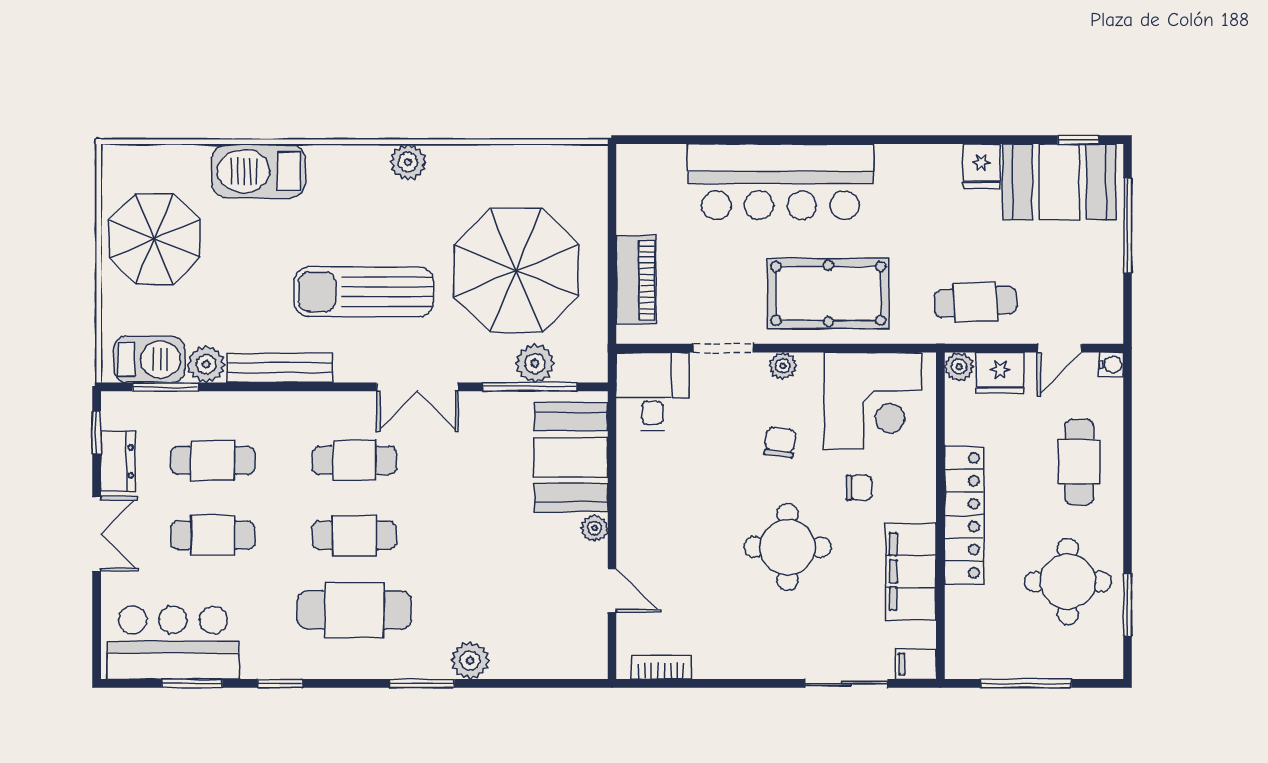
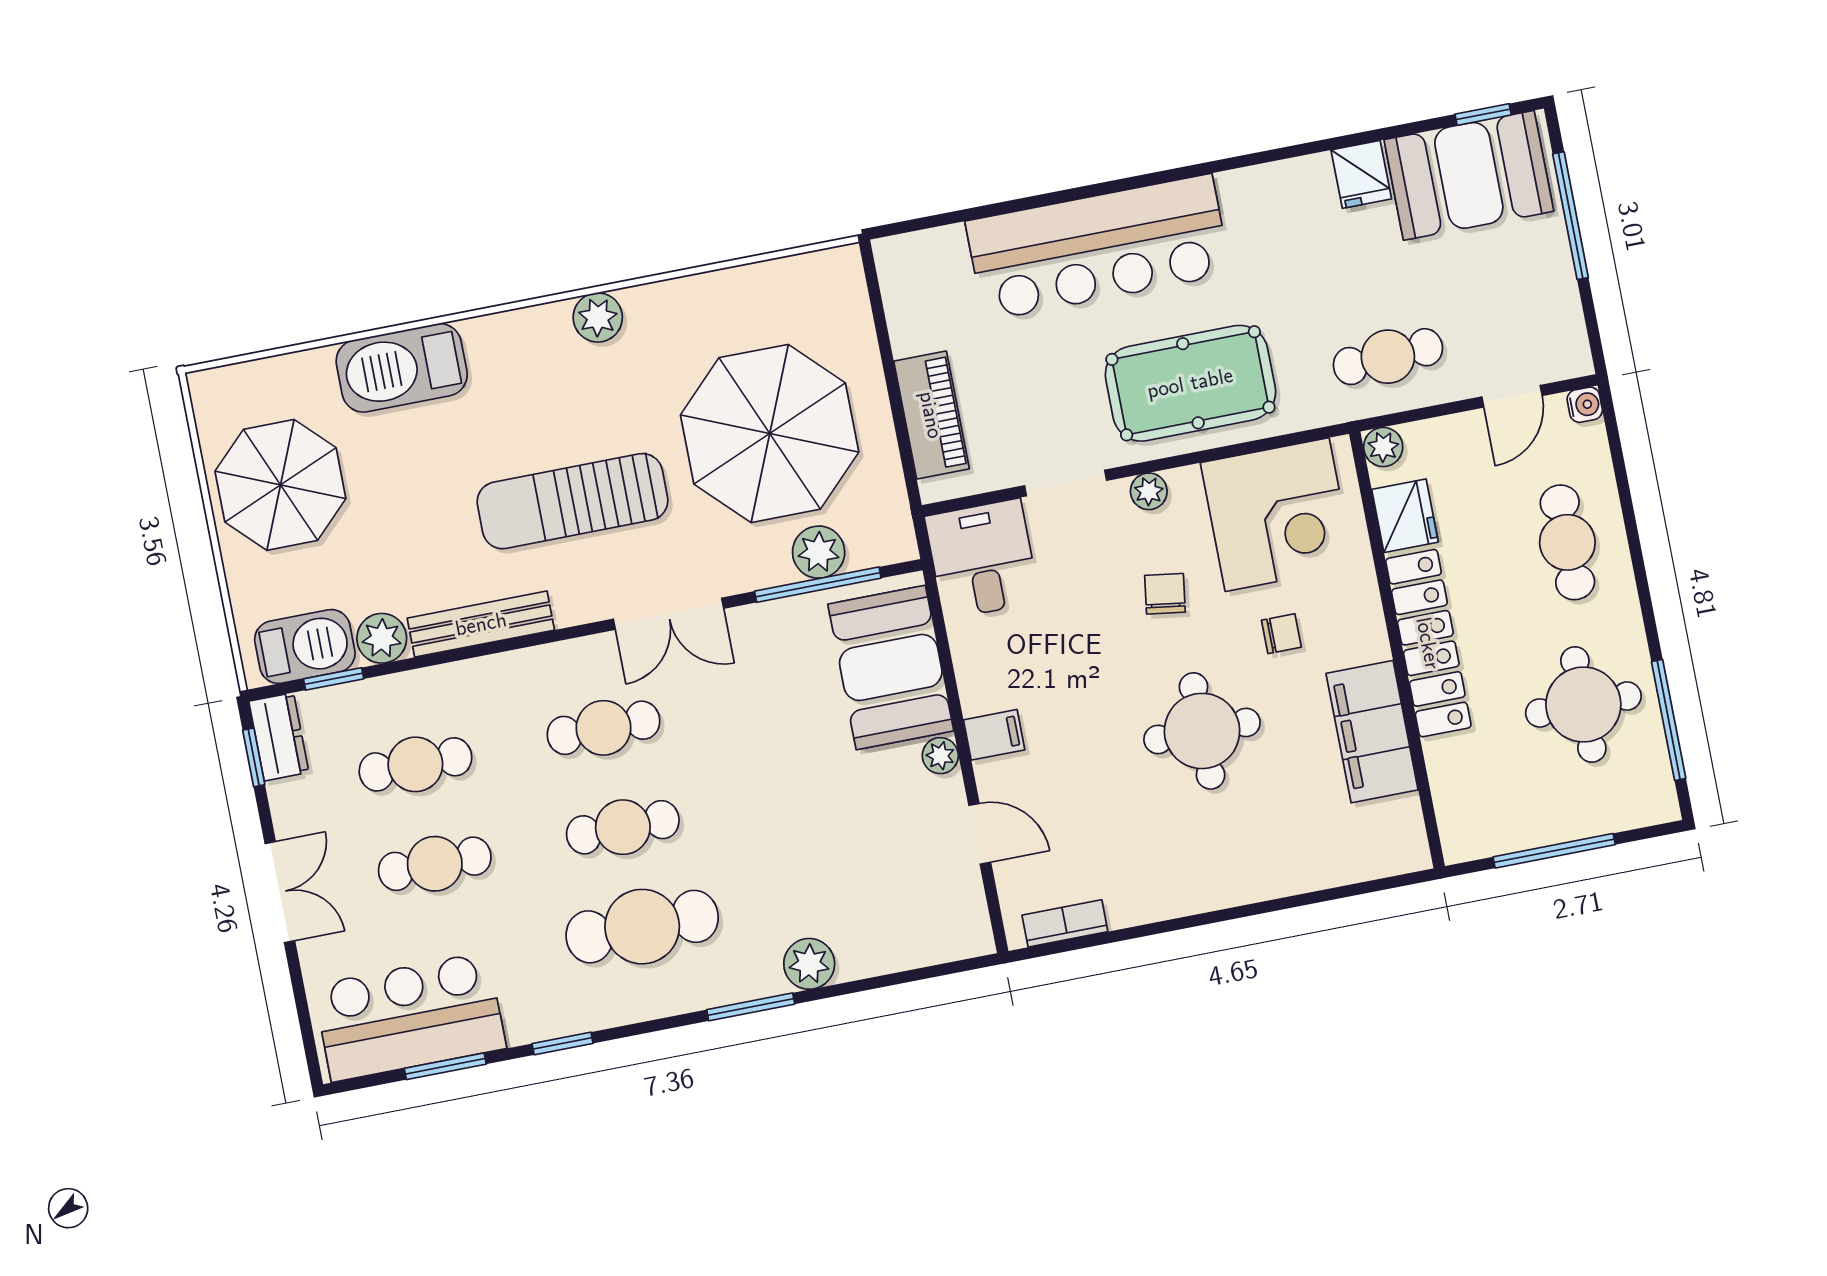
fridge: (1000, 373) -> (1405, 516), moved, turned -90
window: (165, 387) -> (334, 679), width x0.67
dresser: (118, 461) -> (279, 737), moved
window: (1127, 605) -> (1669, 720), width x1.44
filing cabinet: (916, 664) -> (994, 735), moved, turned 180
sliding door: (846, 683) -> (1315, 897), removed

